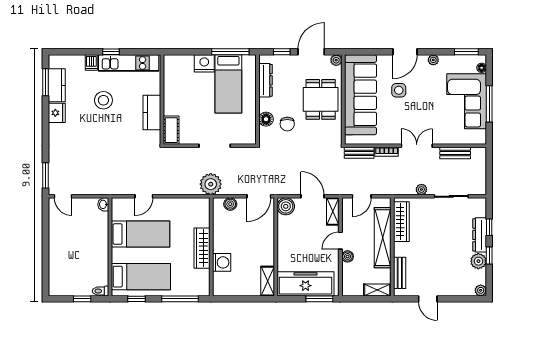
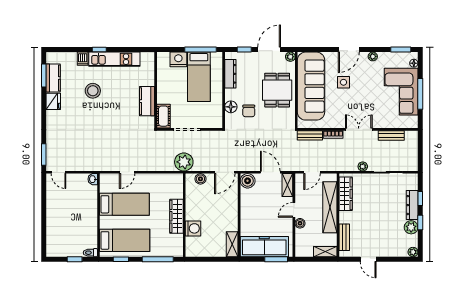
wall: (162, 99) -> (156, 90), moved
kitchen counter: (152, 113) -> (147, 101), moved
cot: (171, 130) -> (163, 116), moved

